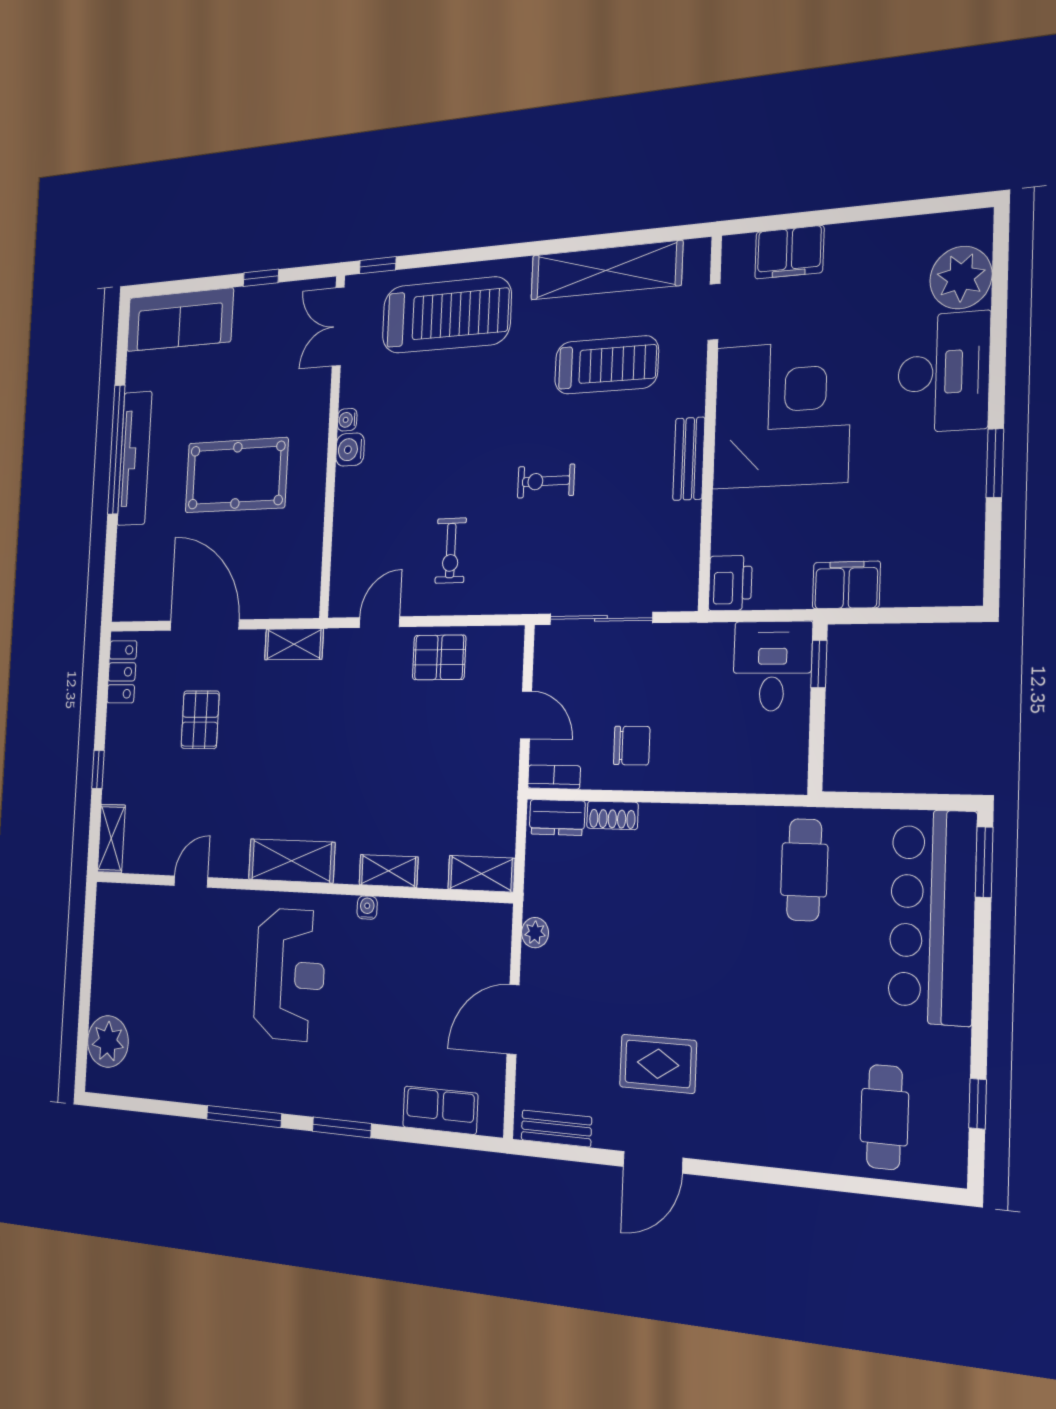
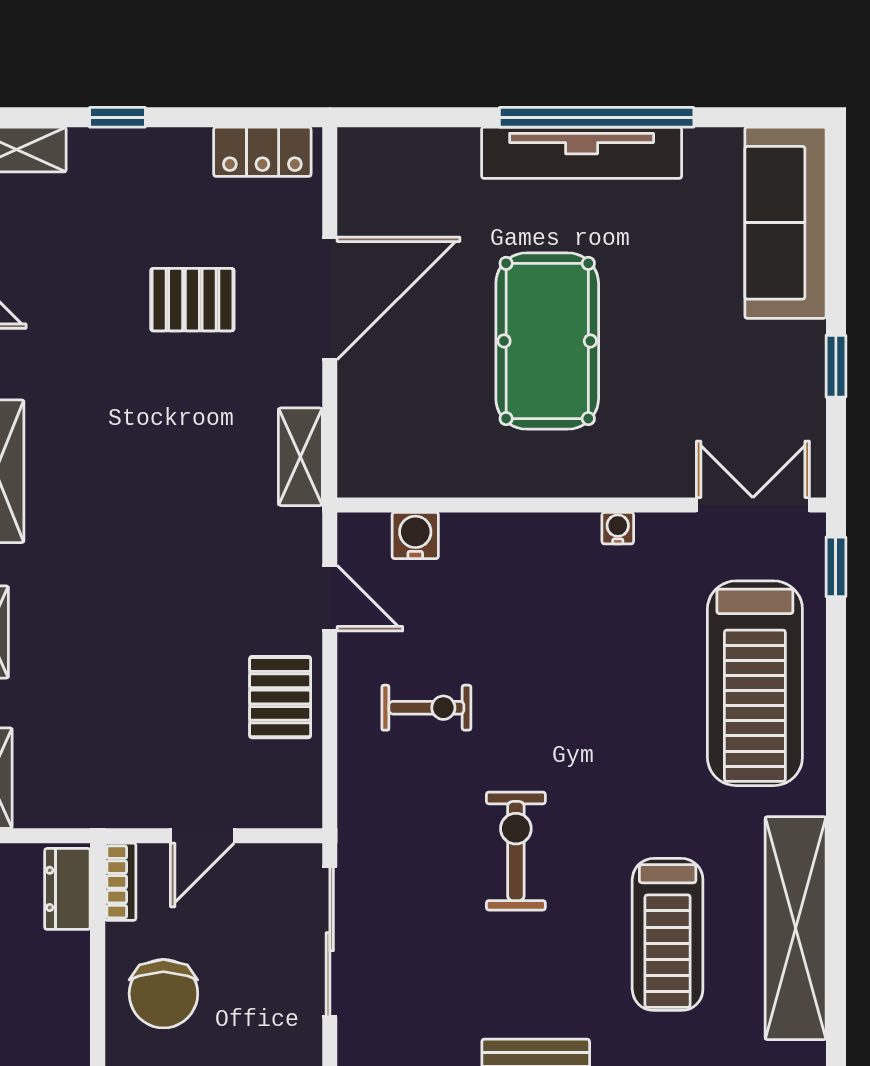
water cooler: (350, 450) -> (415, 536), moved
exercise bike: (546, 481) -> (516, 851), width x1.38, depth x1.39
exercise bike: (451, 551) -> (426, 708), turned 180
chair: (632, 746) -> (163, 994), width x1.37, depth x1.37
shoe rack: (612, 815) -> (72, 970), removed

